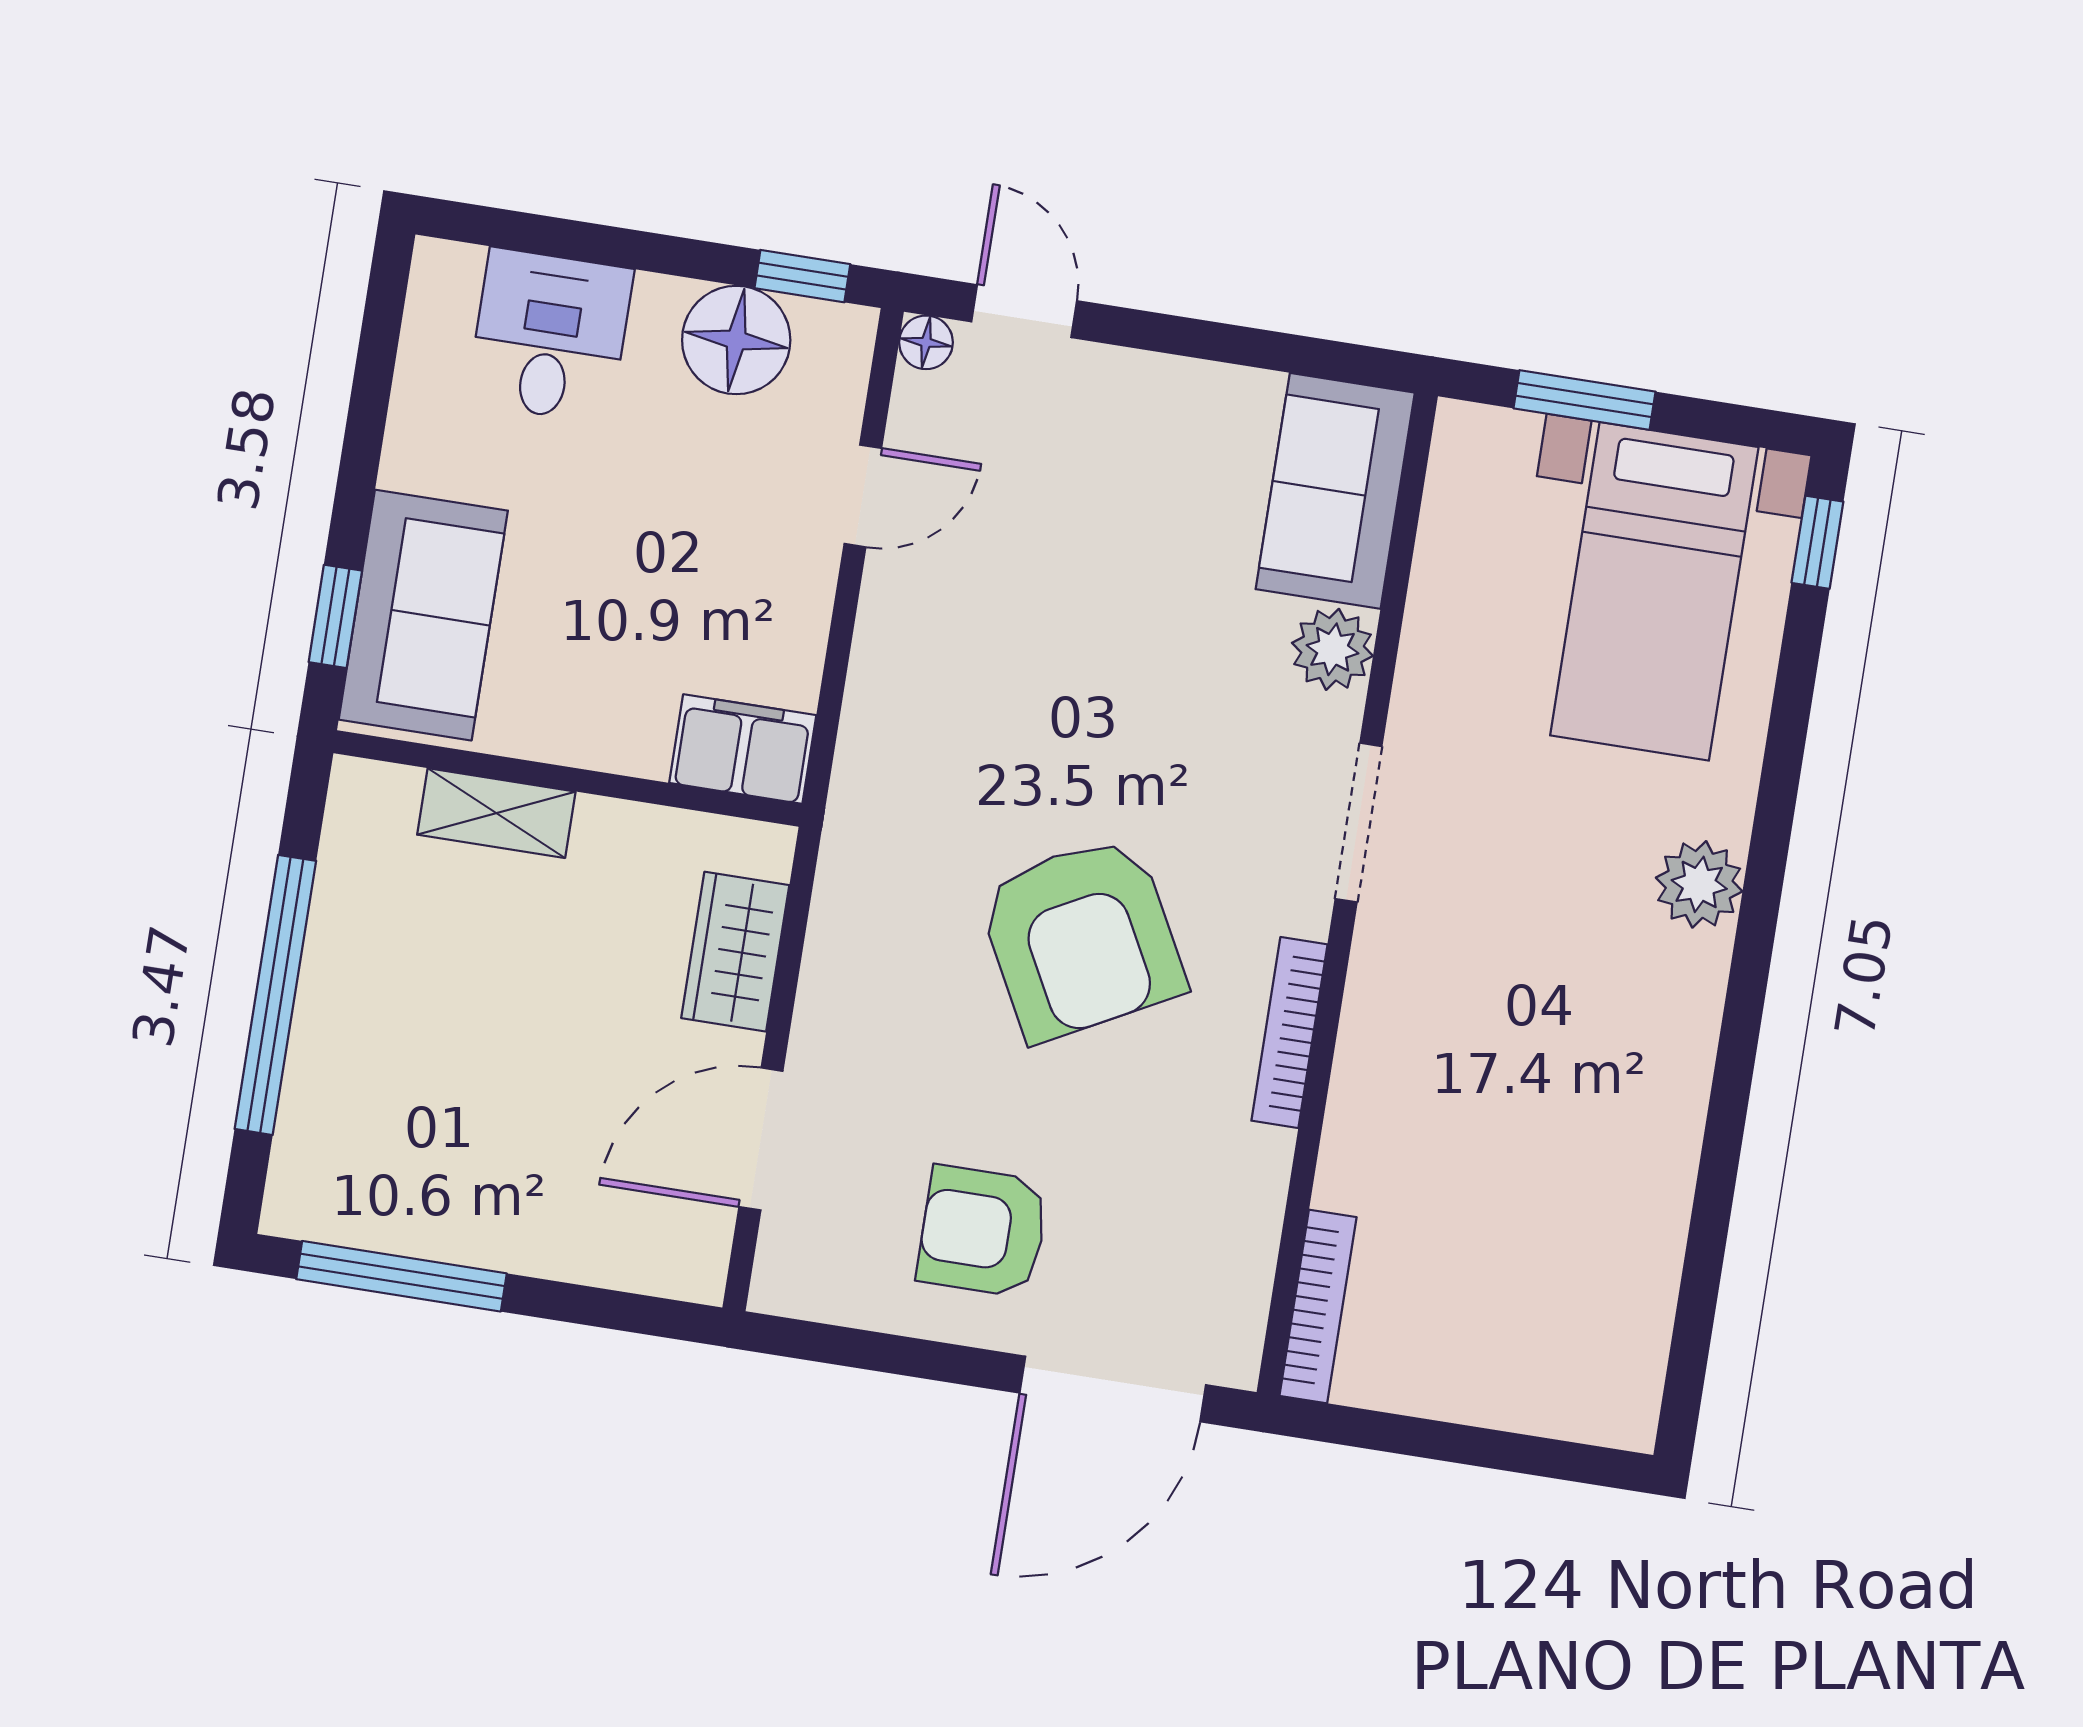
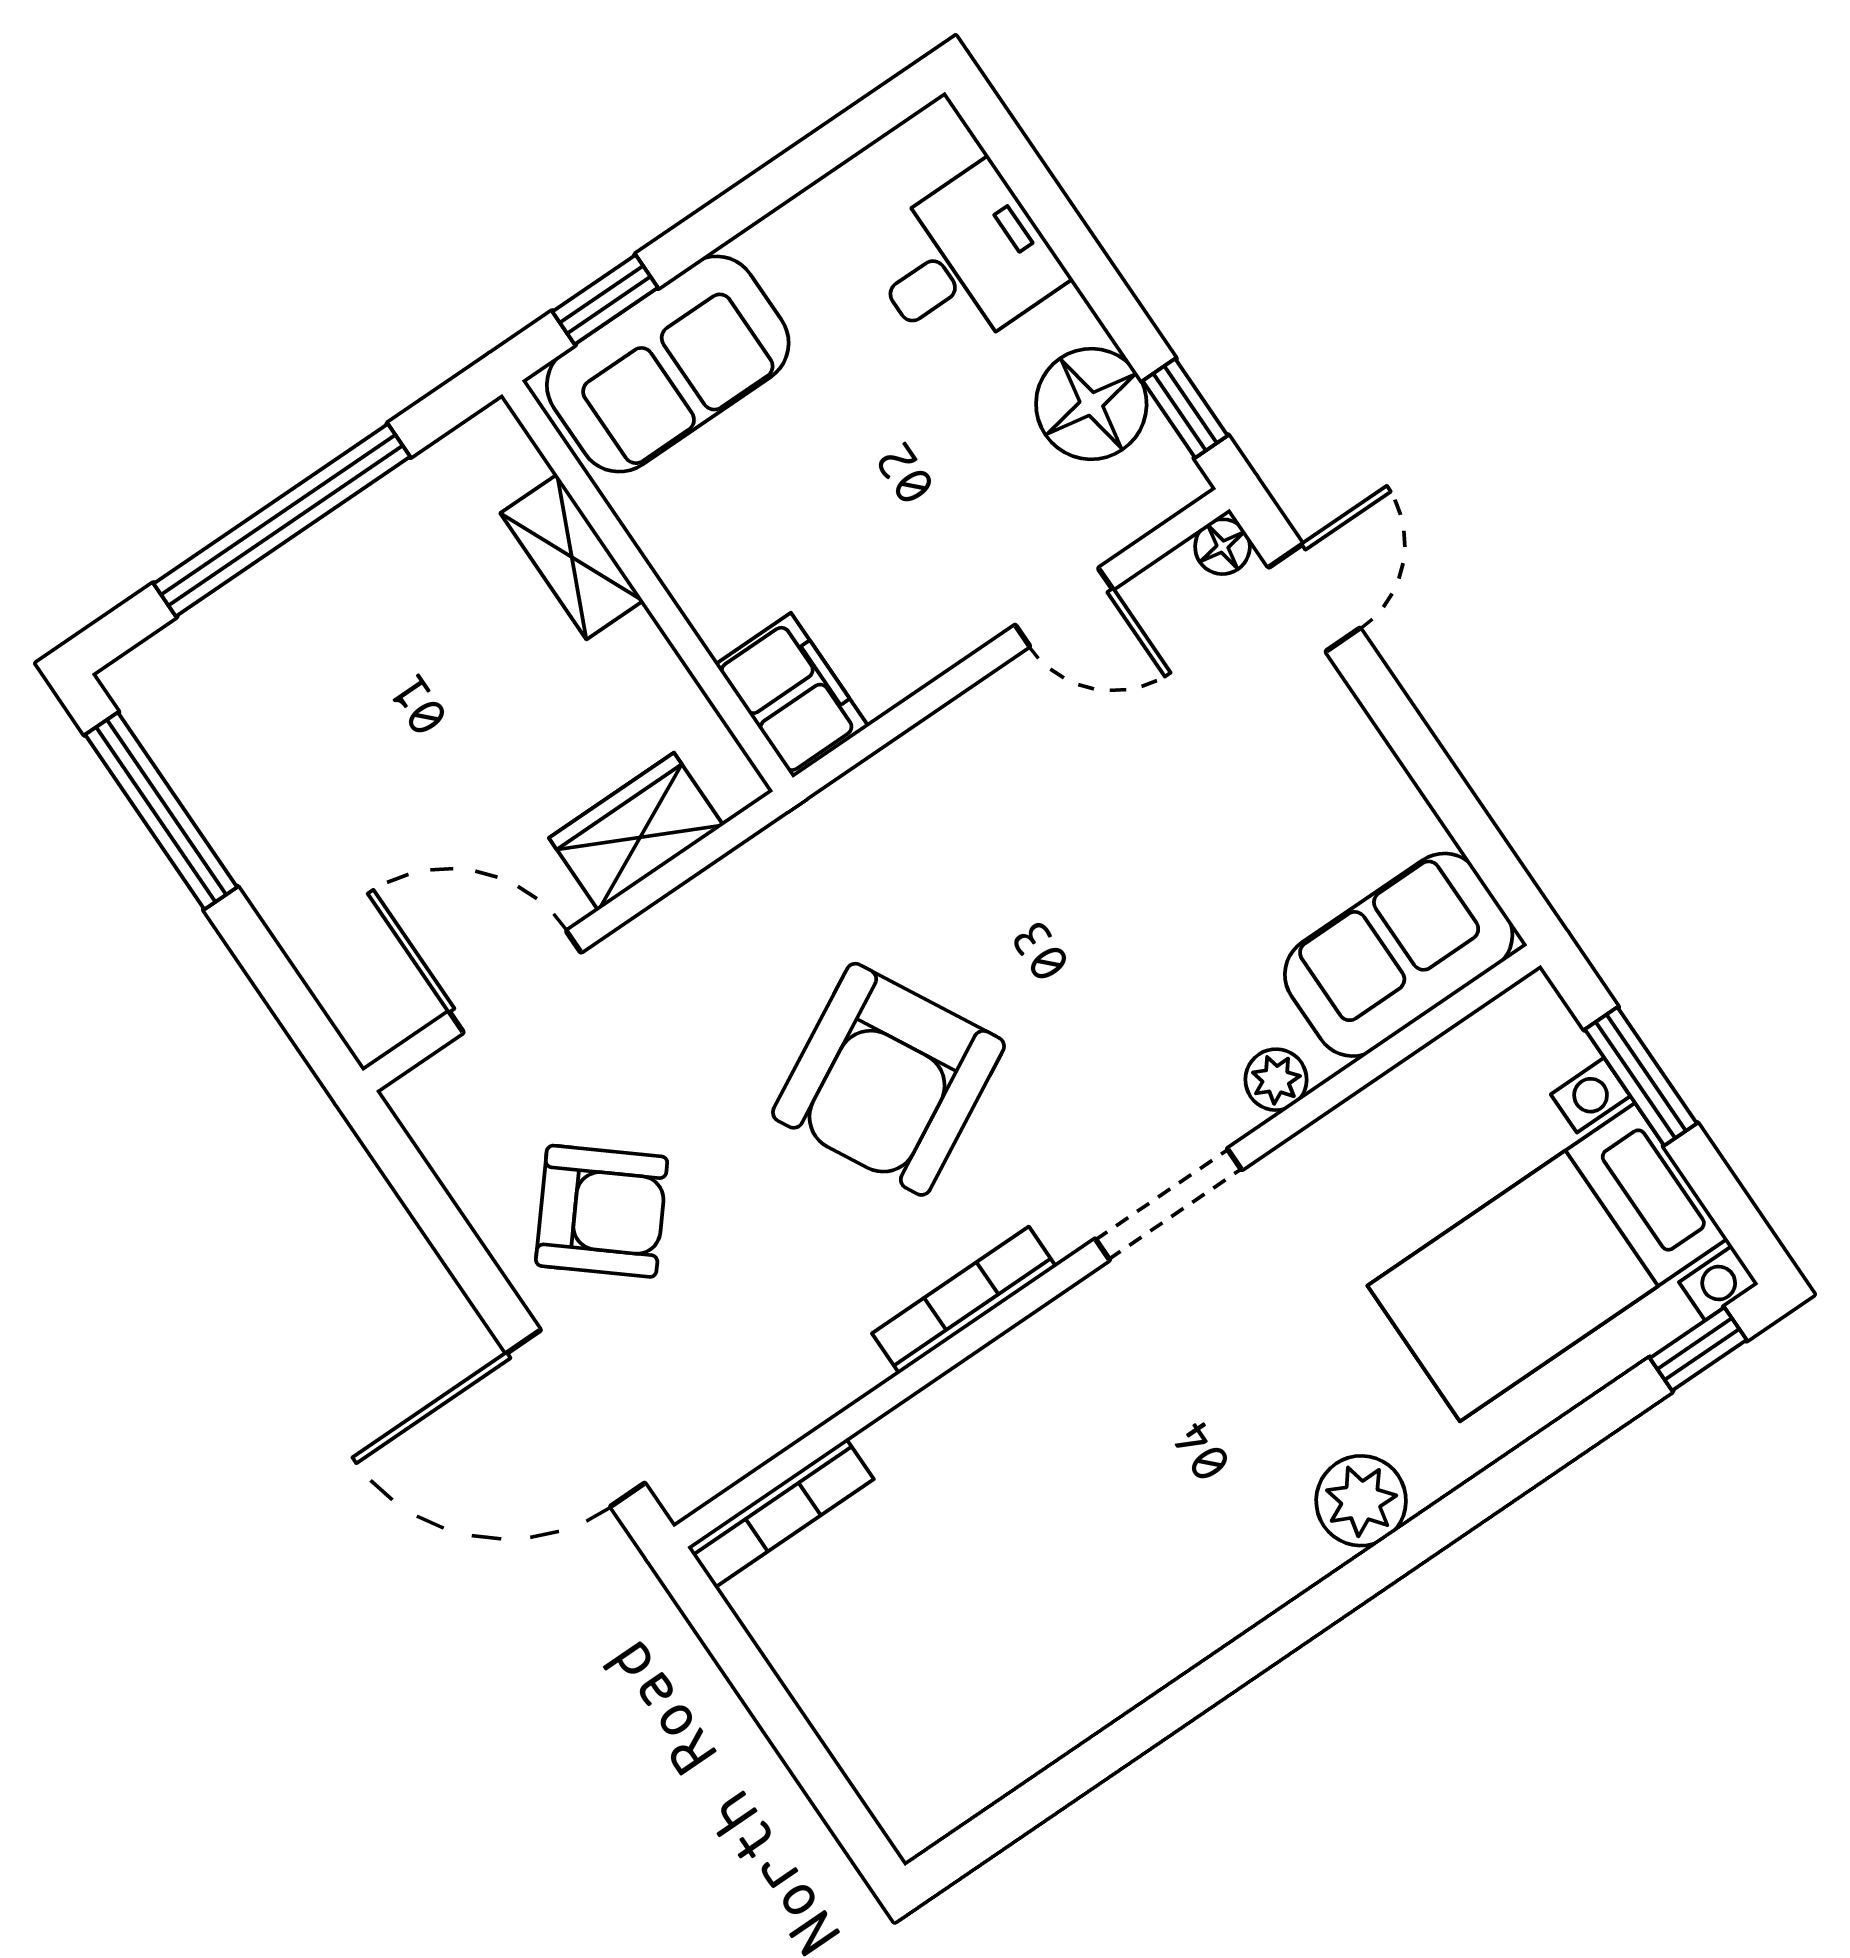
plant: (1333, 649) -> (1276, 1080), width x0.73, depth x0.73
armchair: (983, 1231) -> (602, 1211), turned 130

